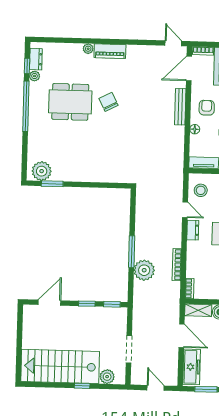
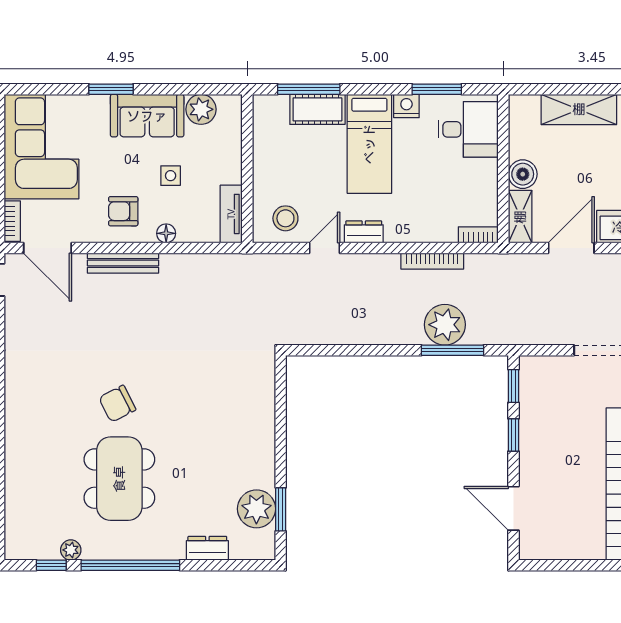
plant: (88, 49) -> (14, 446), removed
piano: (110, 51) -> (18, 404), removed
dresser: (36, 59) -> (207, 548), moved
plant: (42, 171) -> (256, 509), moved
window: (132, 252) -> (452, 350), moved

